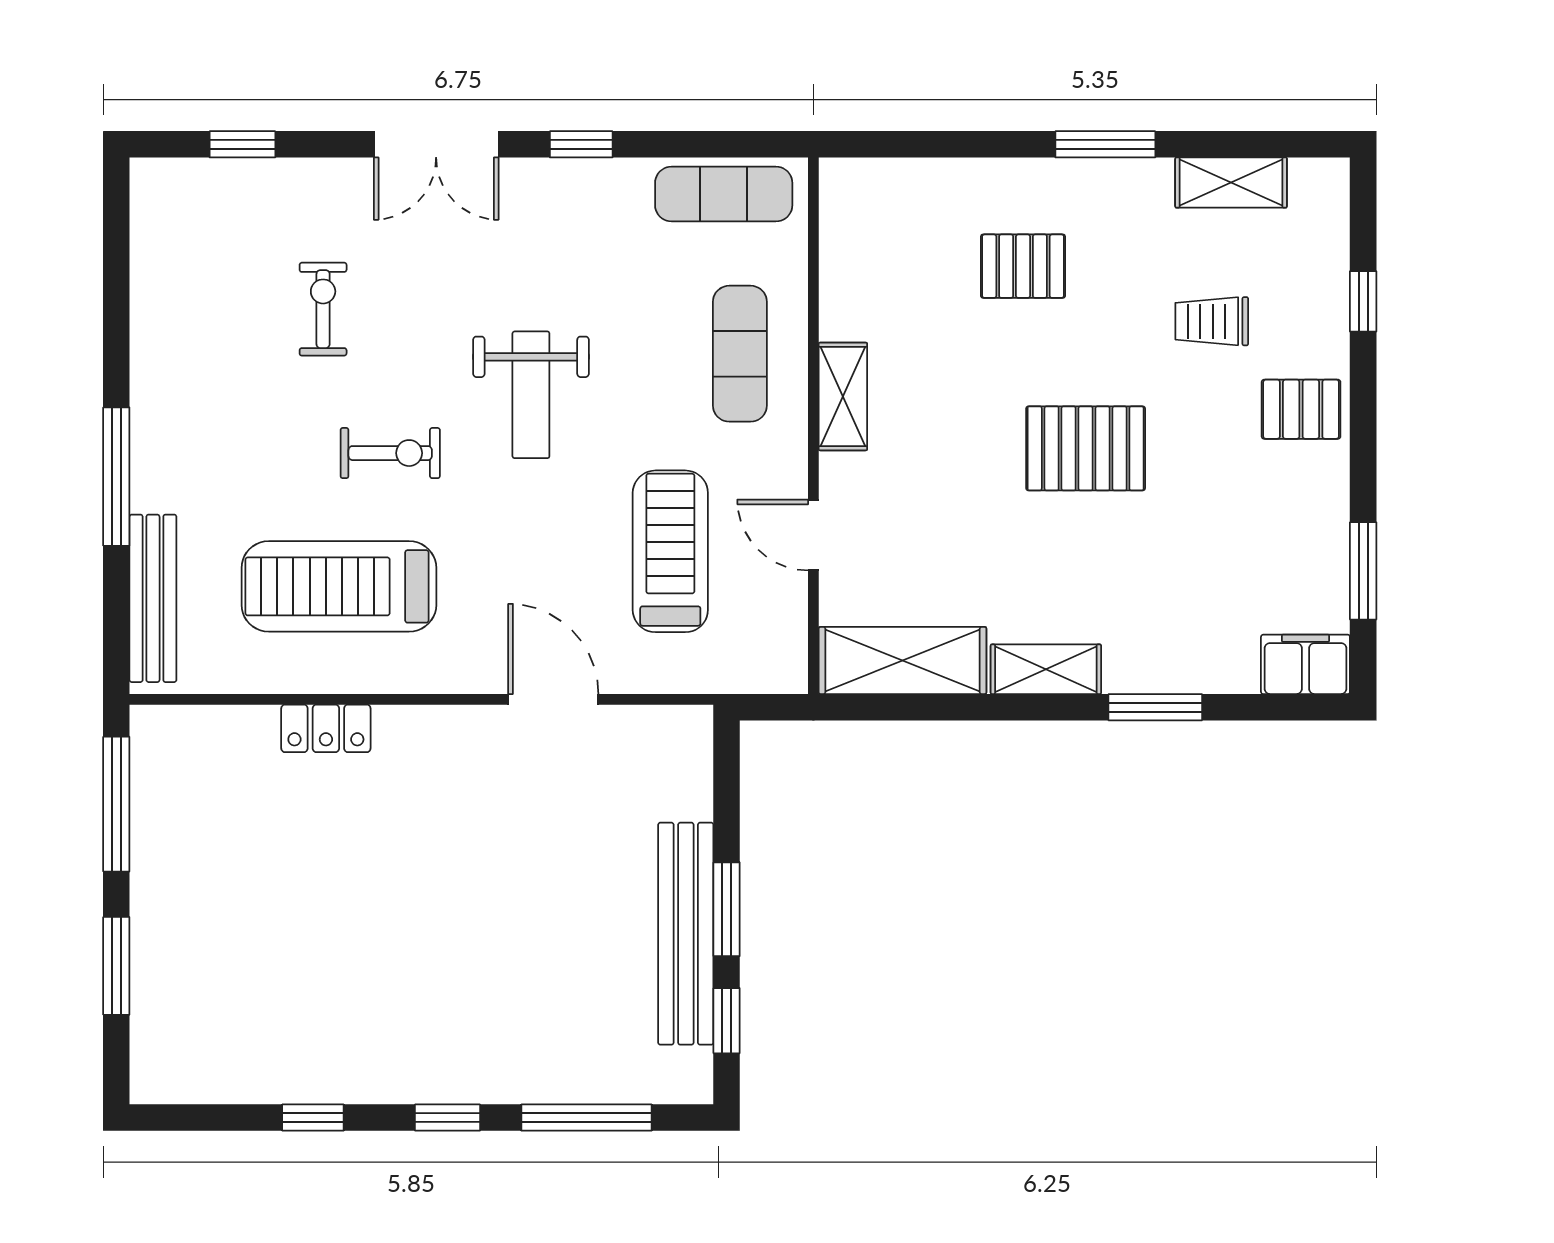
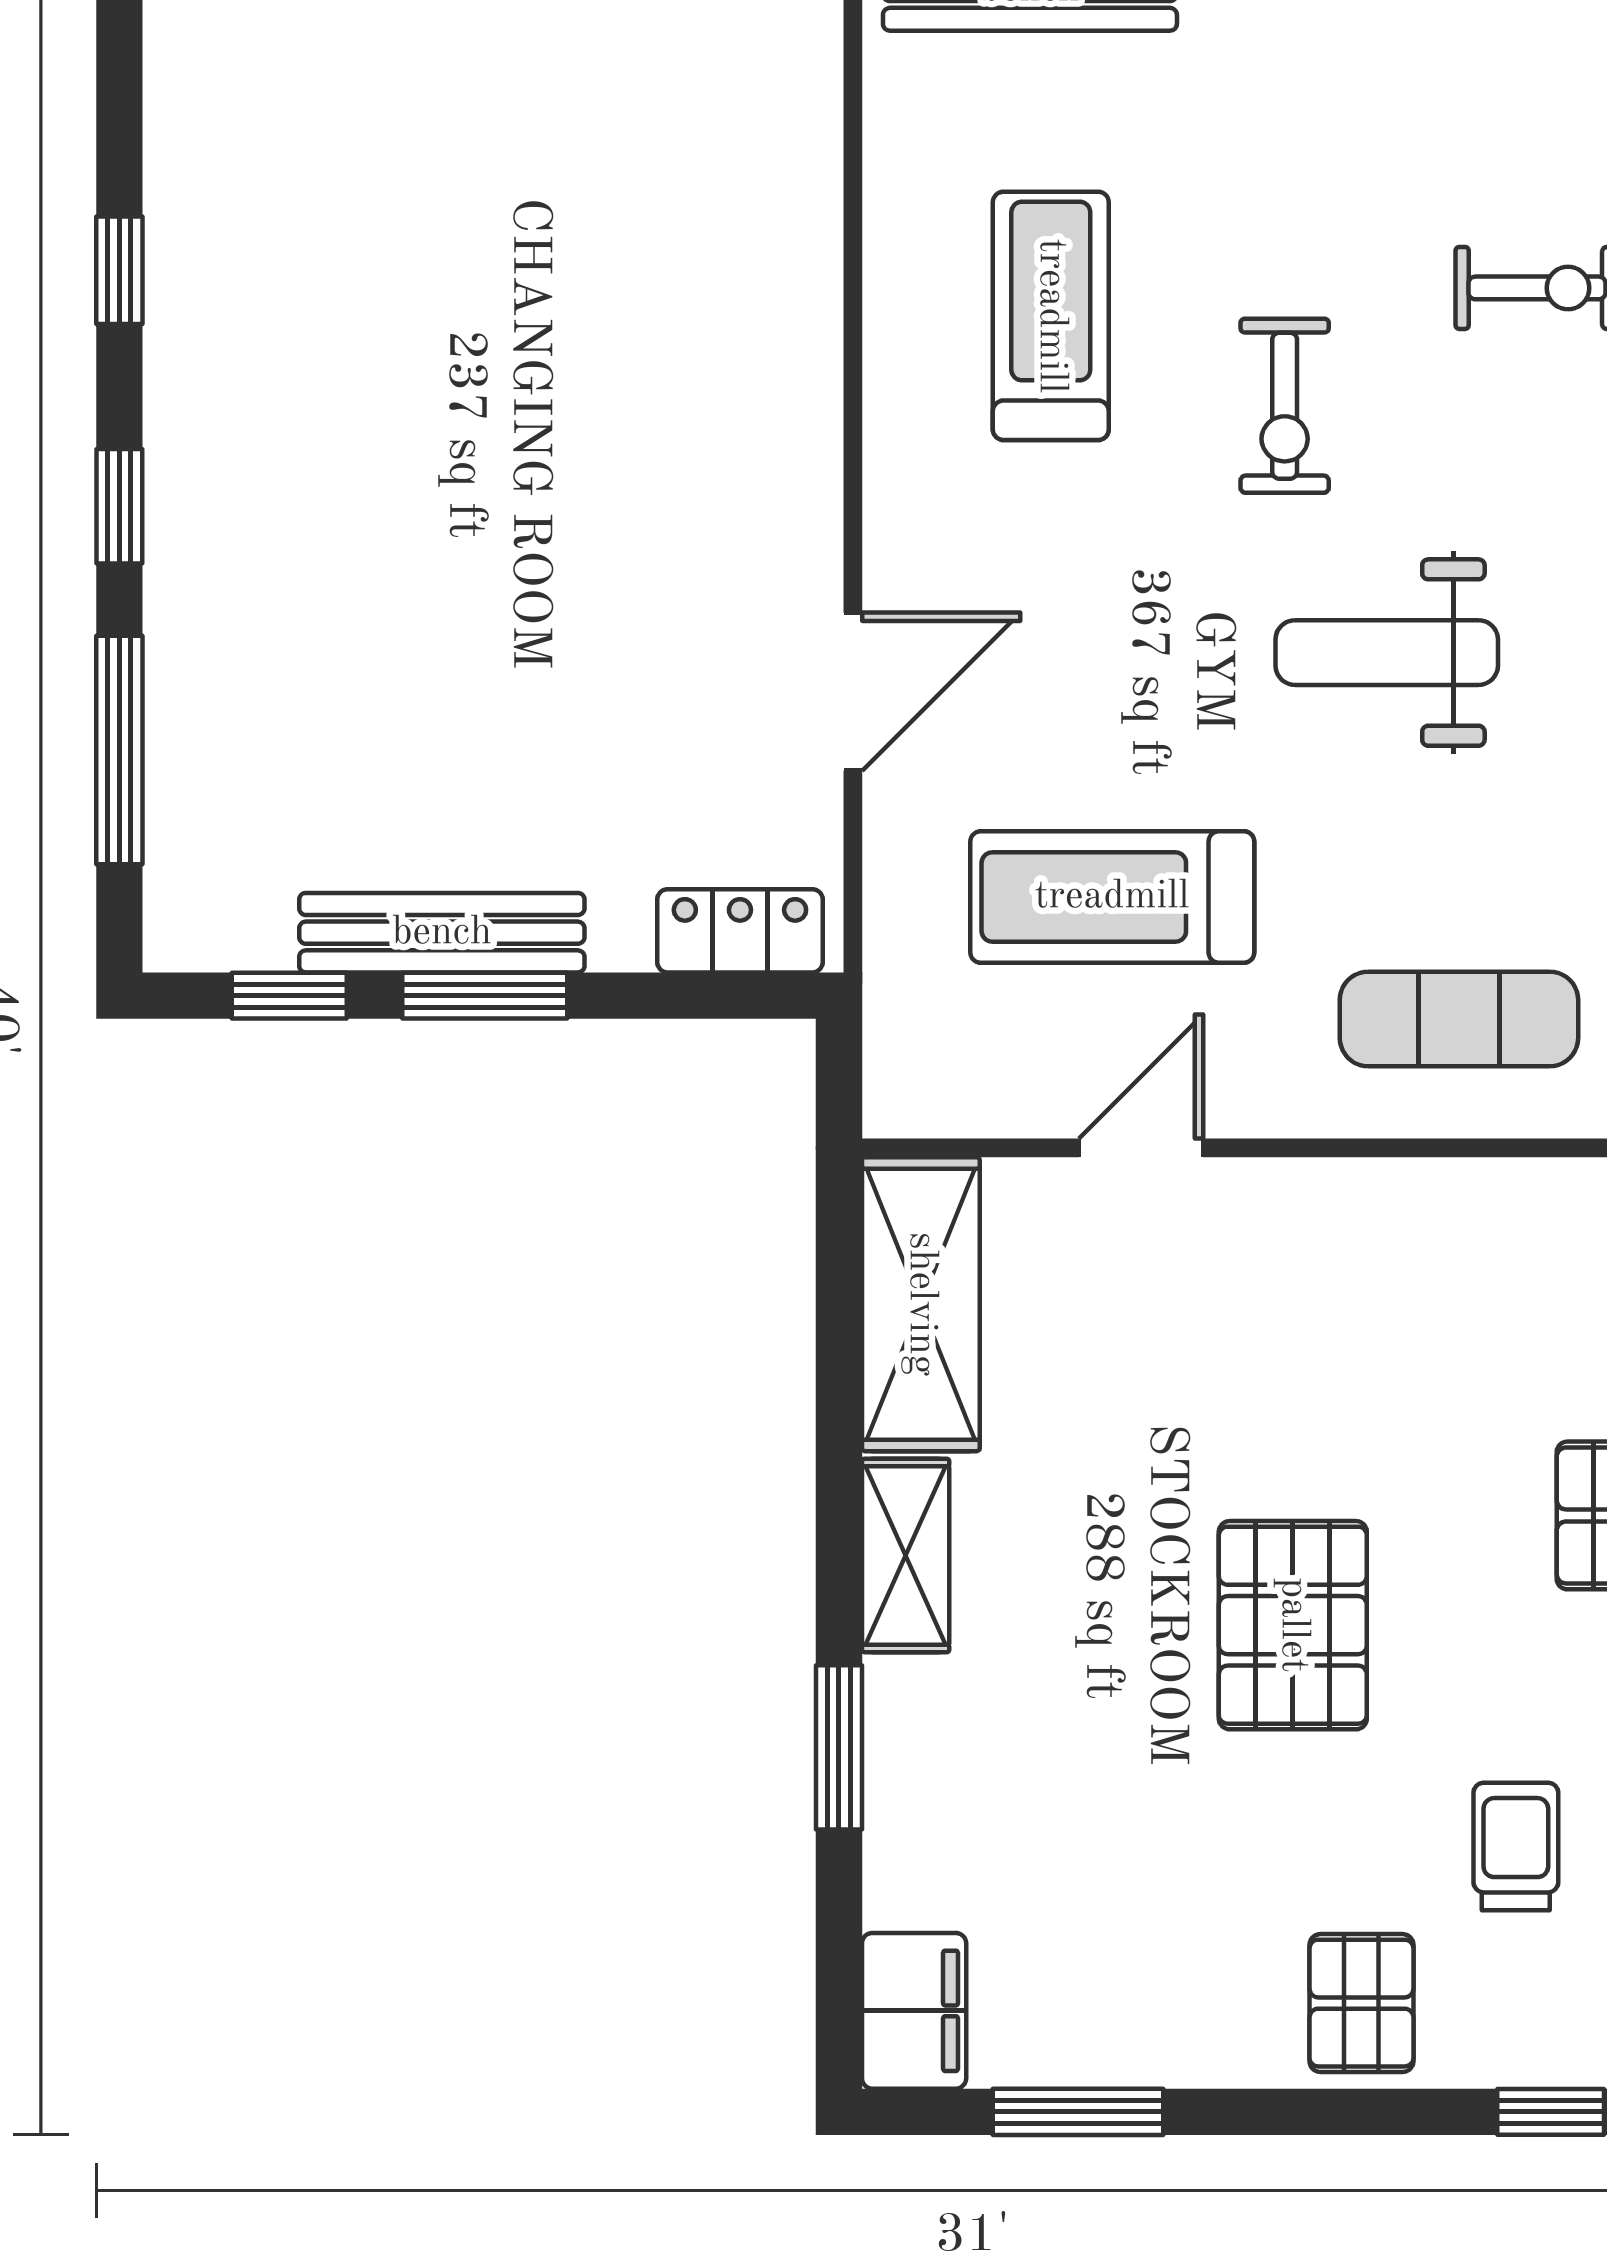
shelving: (843, 396) -> (1384, 1200), removed
treadmill: (670, 551) -> (1112, 897), turned 180
treadmill: (339, 586) -> (1051, 316), width x0.73, depth x0.73
locker: (326, 728) -> (740, 931), moved, turned 90
bench: (686, 934) -> (442, 933), width x0.73, depth x0.82

